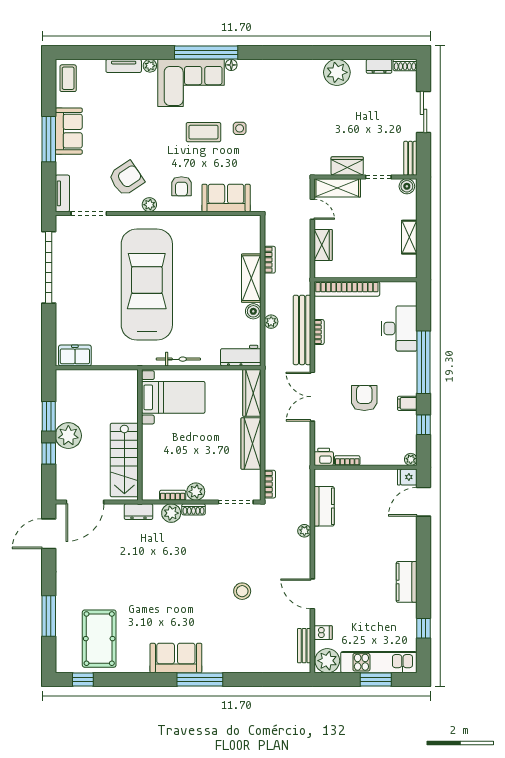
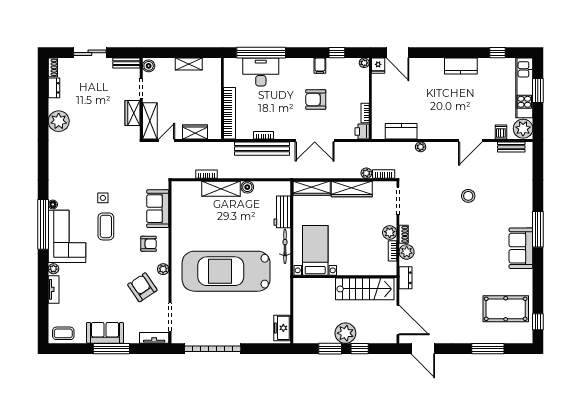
plant: (271, 322) -> (366, 173), moved
workbench: (241, 356) -> (282, 212), moved
window: (424, 362) -> (261, 53), moved

